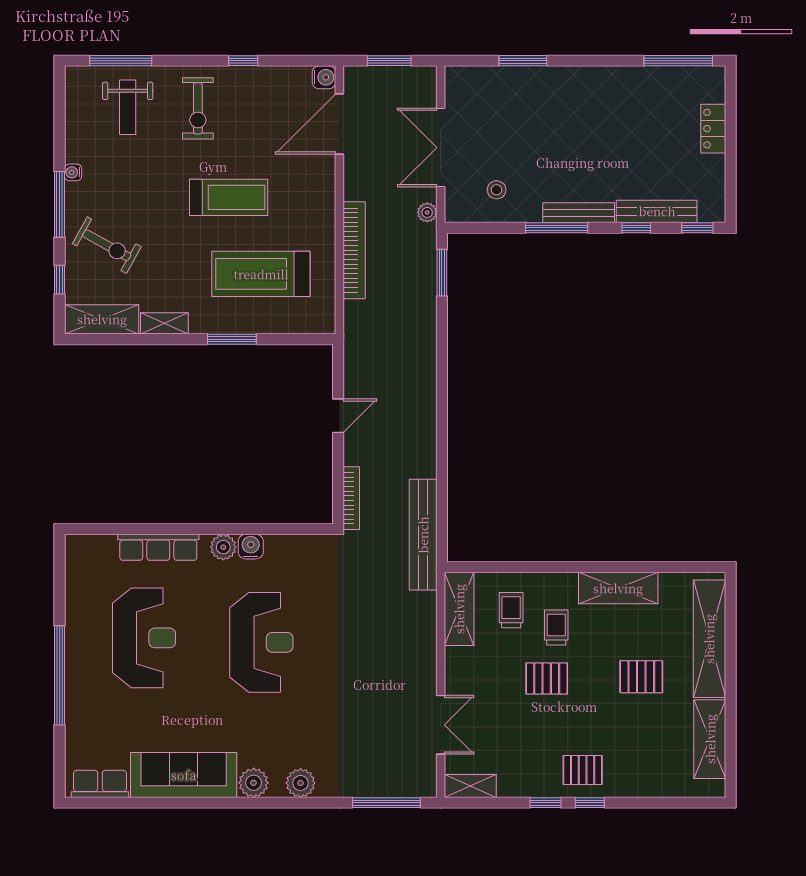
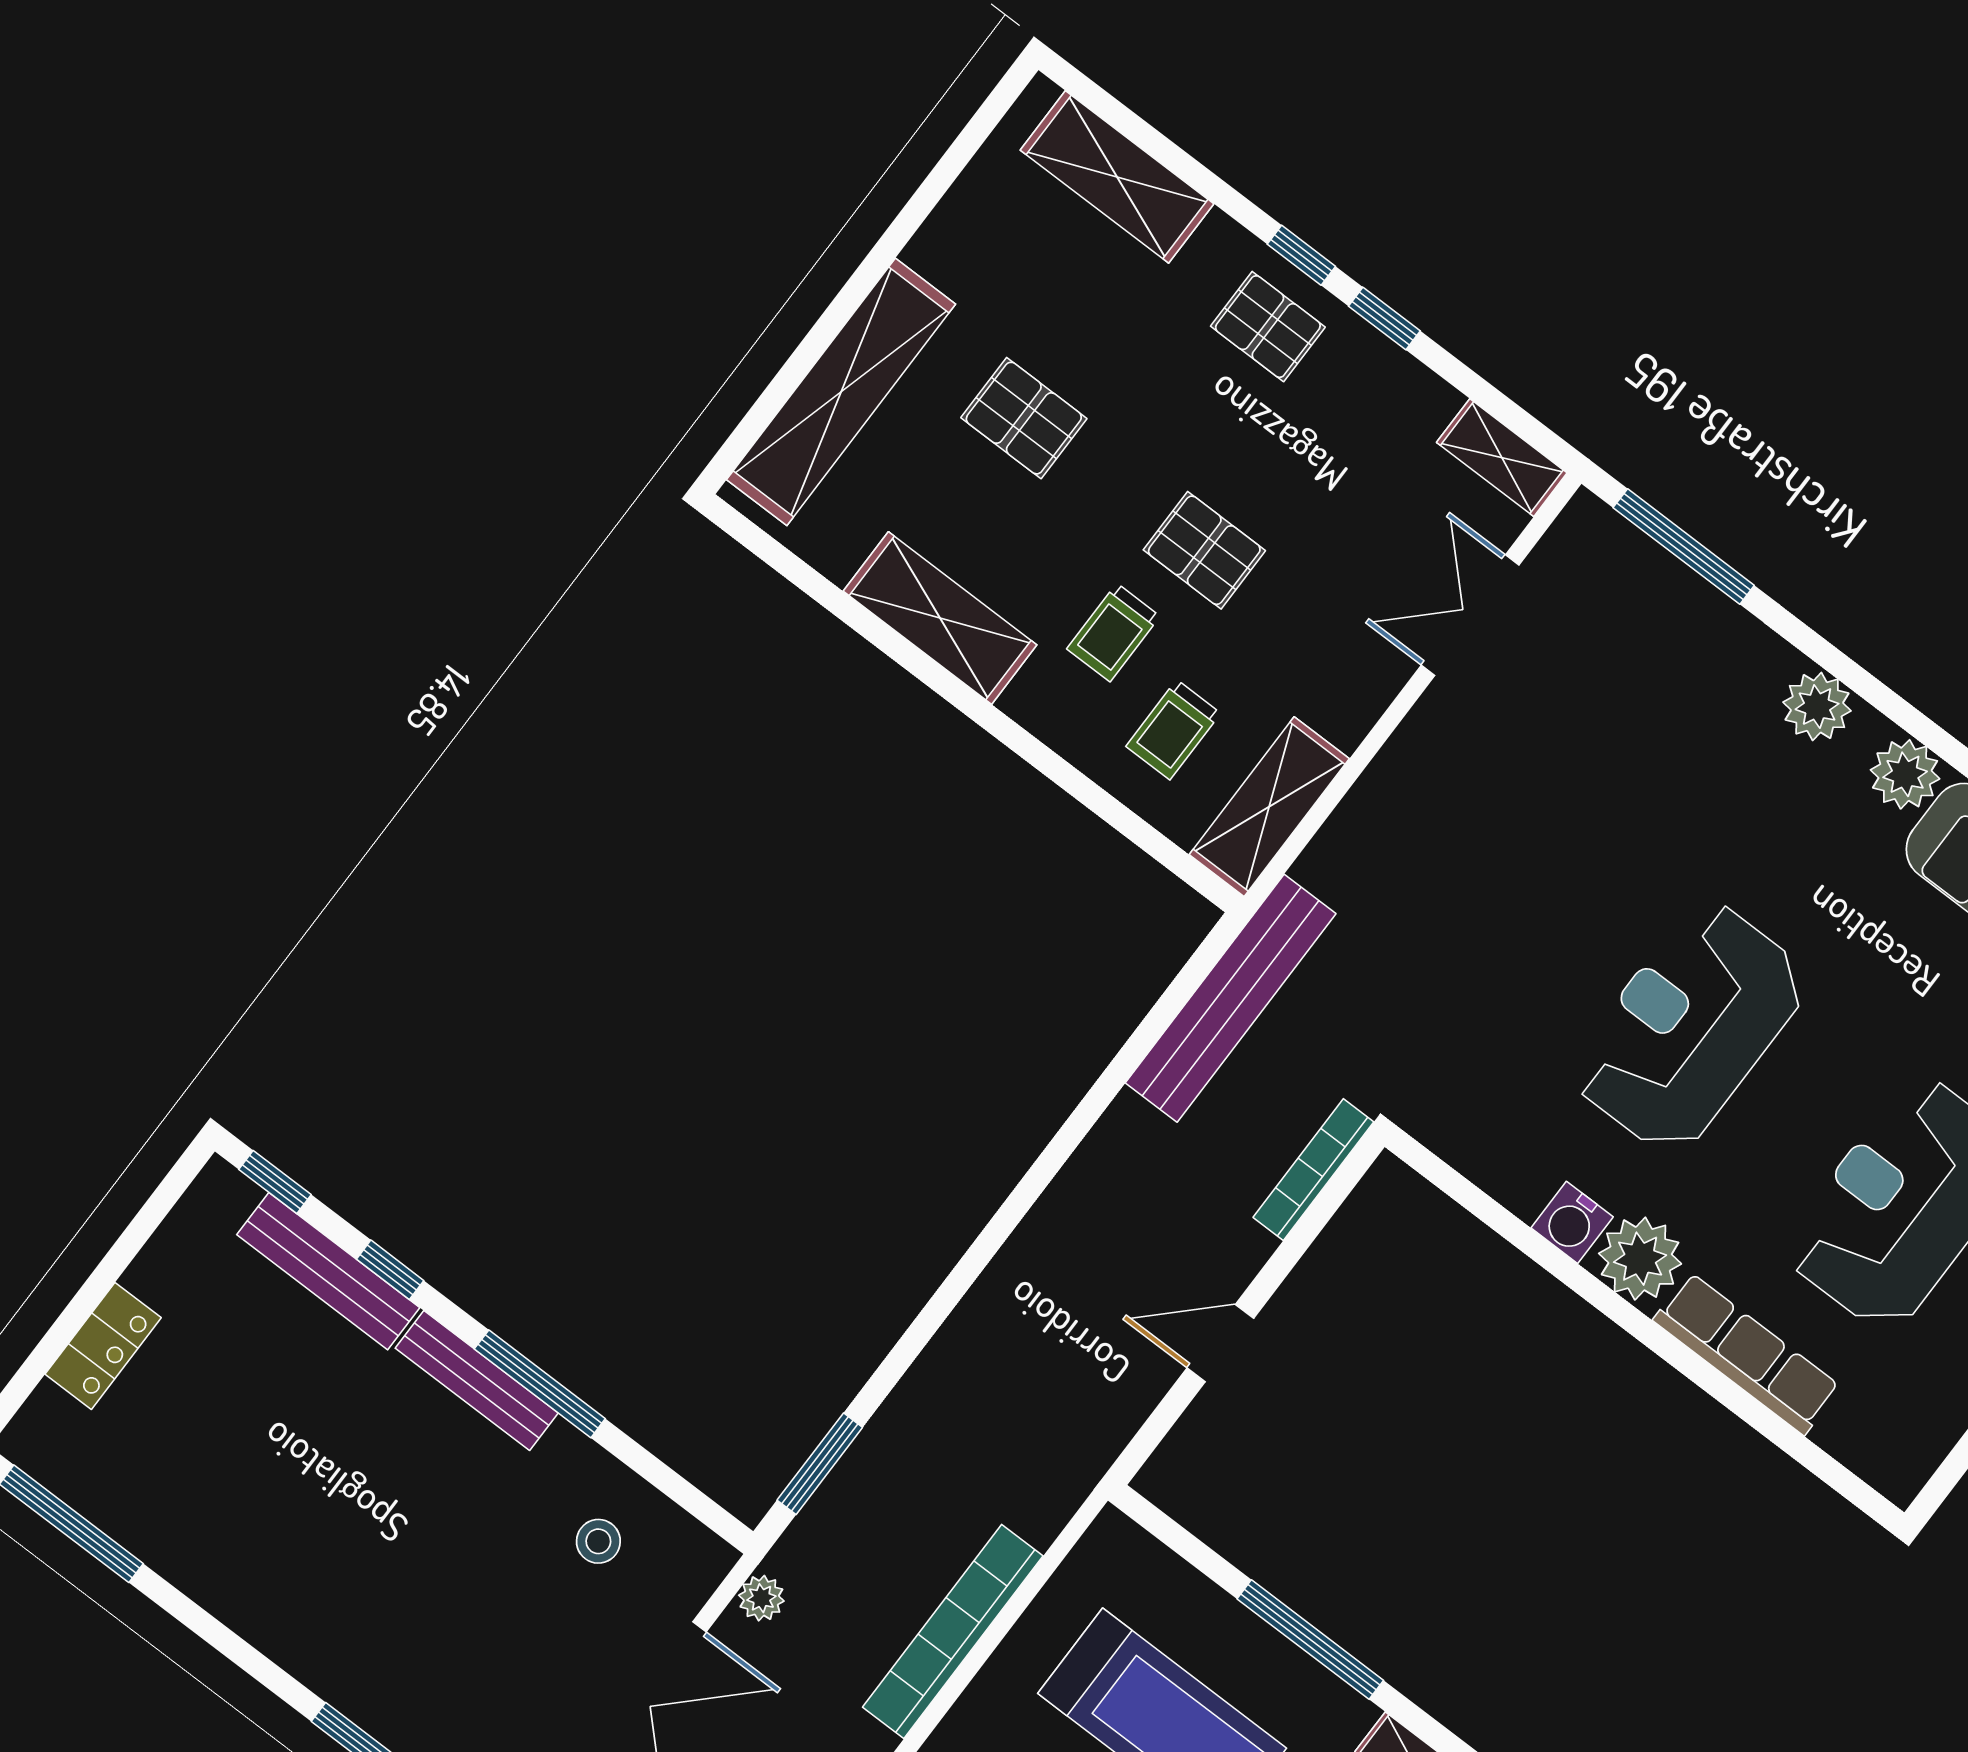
window: (232, 339) -> (1310, 1640), width x1.44
plant: (223, 547) -> (1640, 1259), width x1.36, depth x1.36
shelving: (710, 739) -> (1117, 177), moved, turned 90

